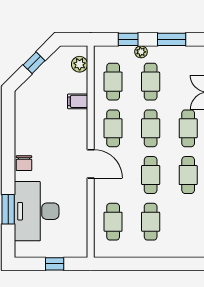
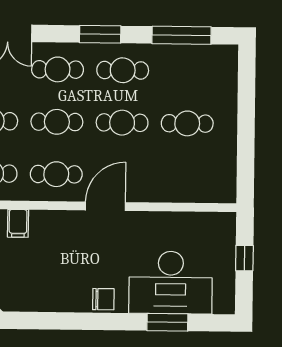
cafe table: (113, 222) -> (187, 176), removed

